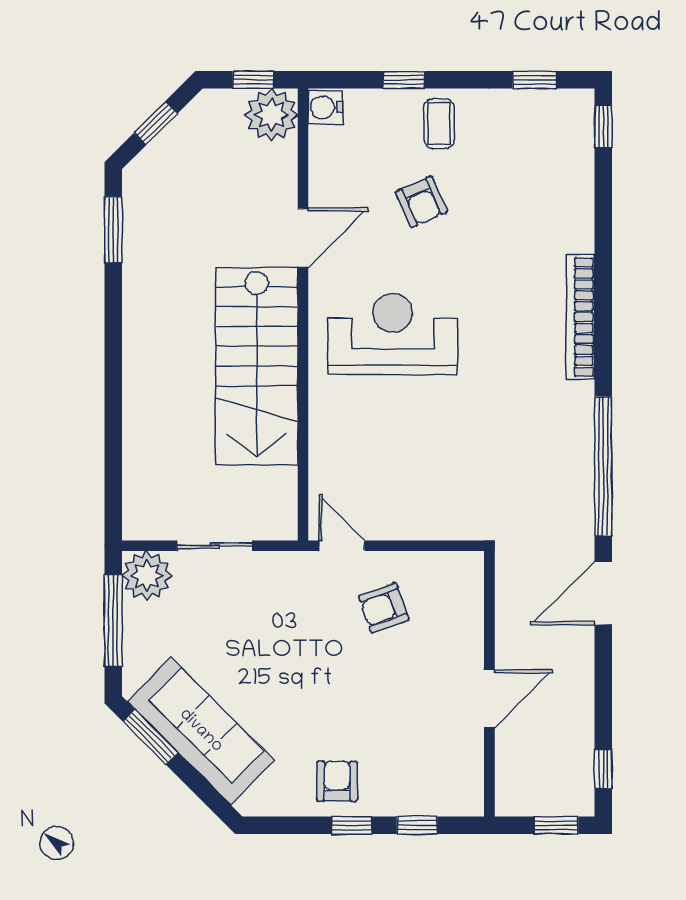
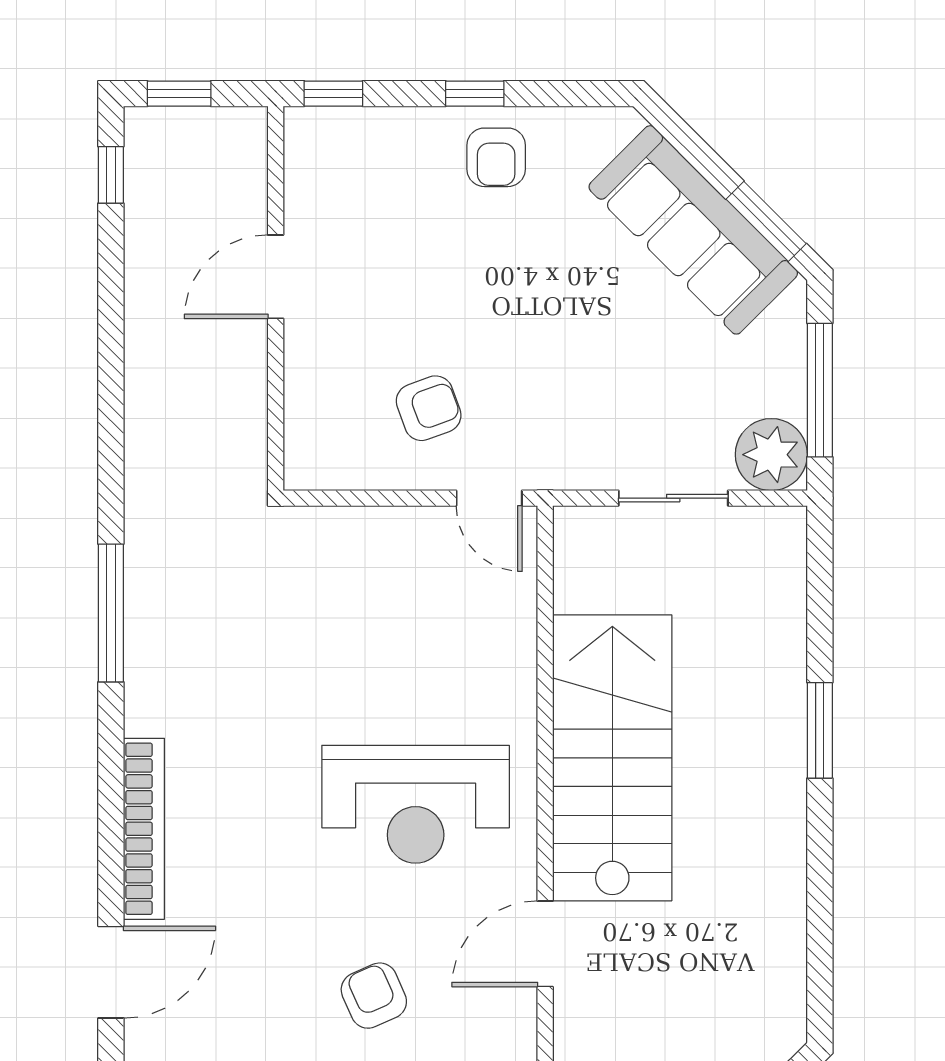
window: (113, 230) -> (820, 730), moved
window: (603, 466) -> (111, 613), width x0.68
door: (603, 593) -> (111, 972), moved
window: (417, 825) -> (333, 94), moved

